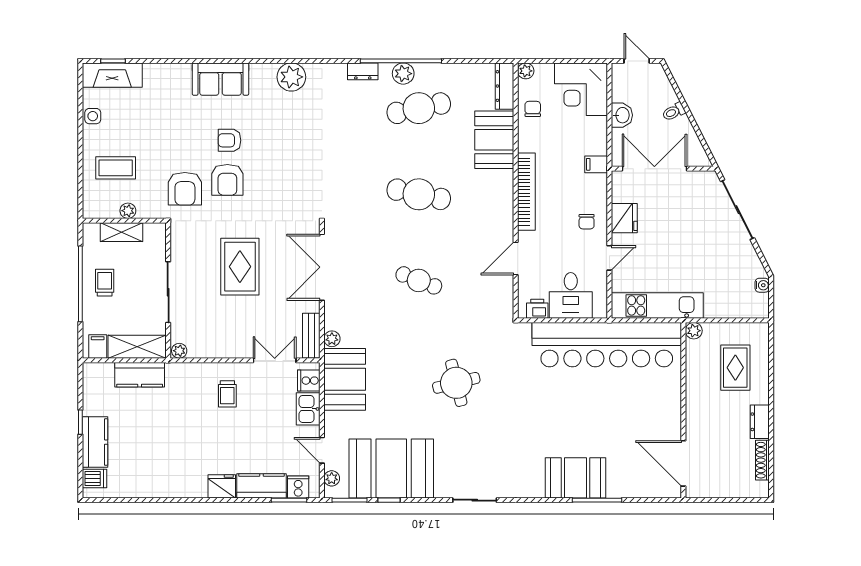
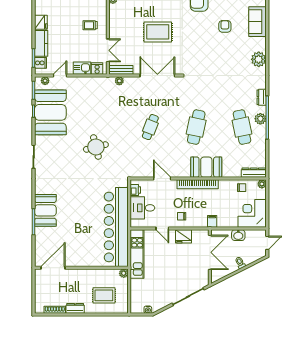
booth: (494, 140) -> (206, 167), moved
armchair: (227, 180) -> (204, 25), removed
booth: (345, 379) -> (98, 88), removed

